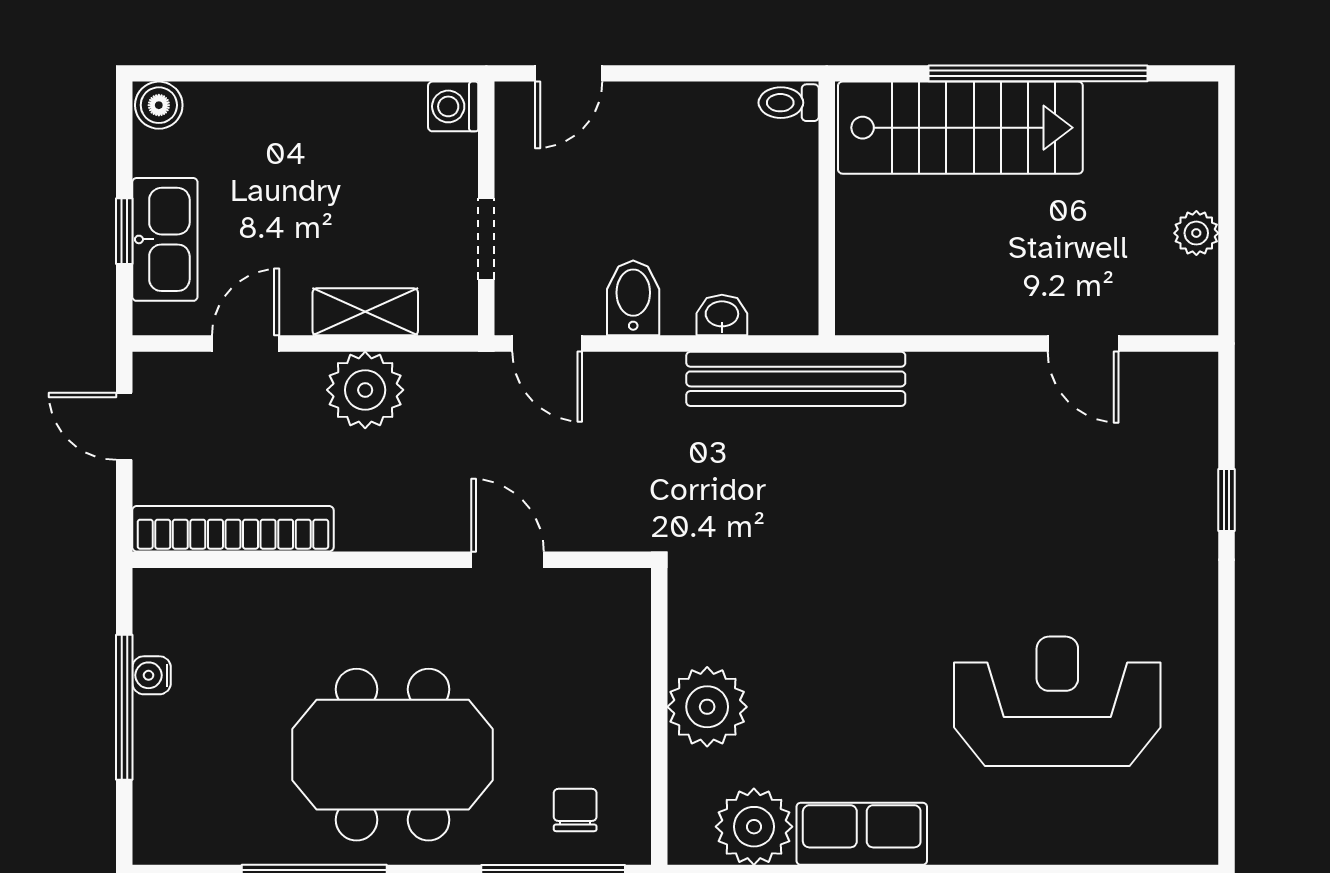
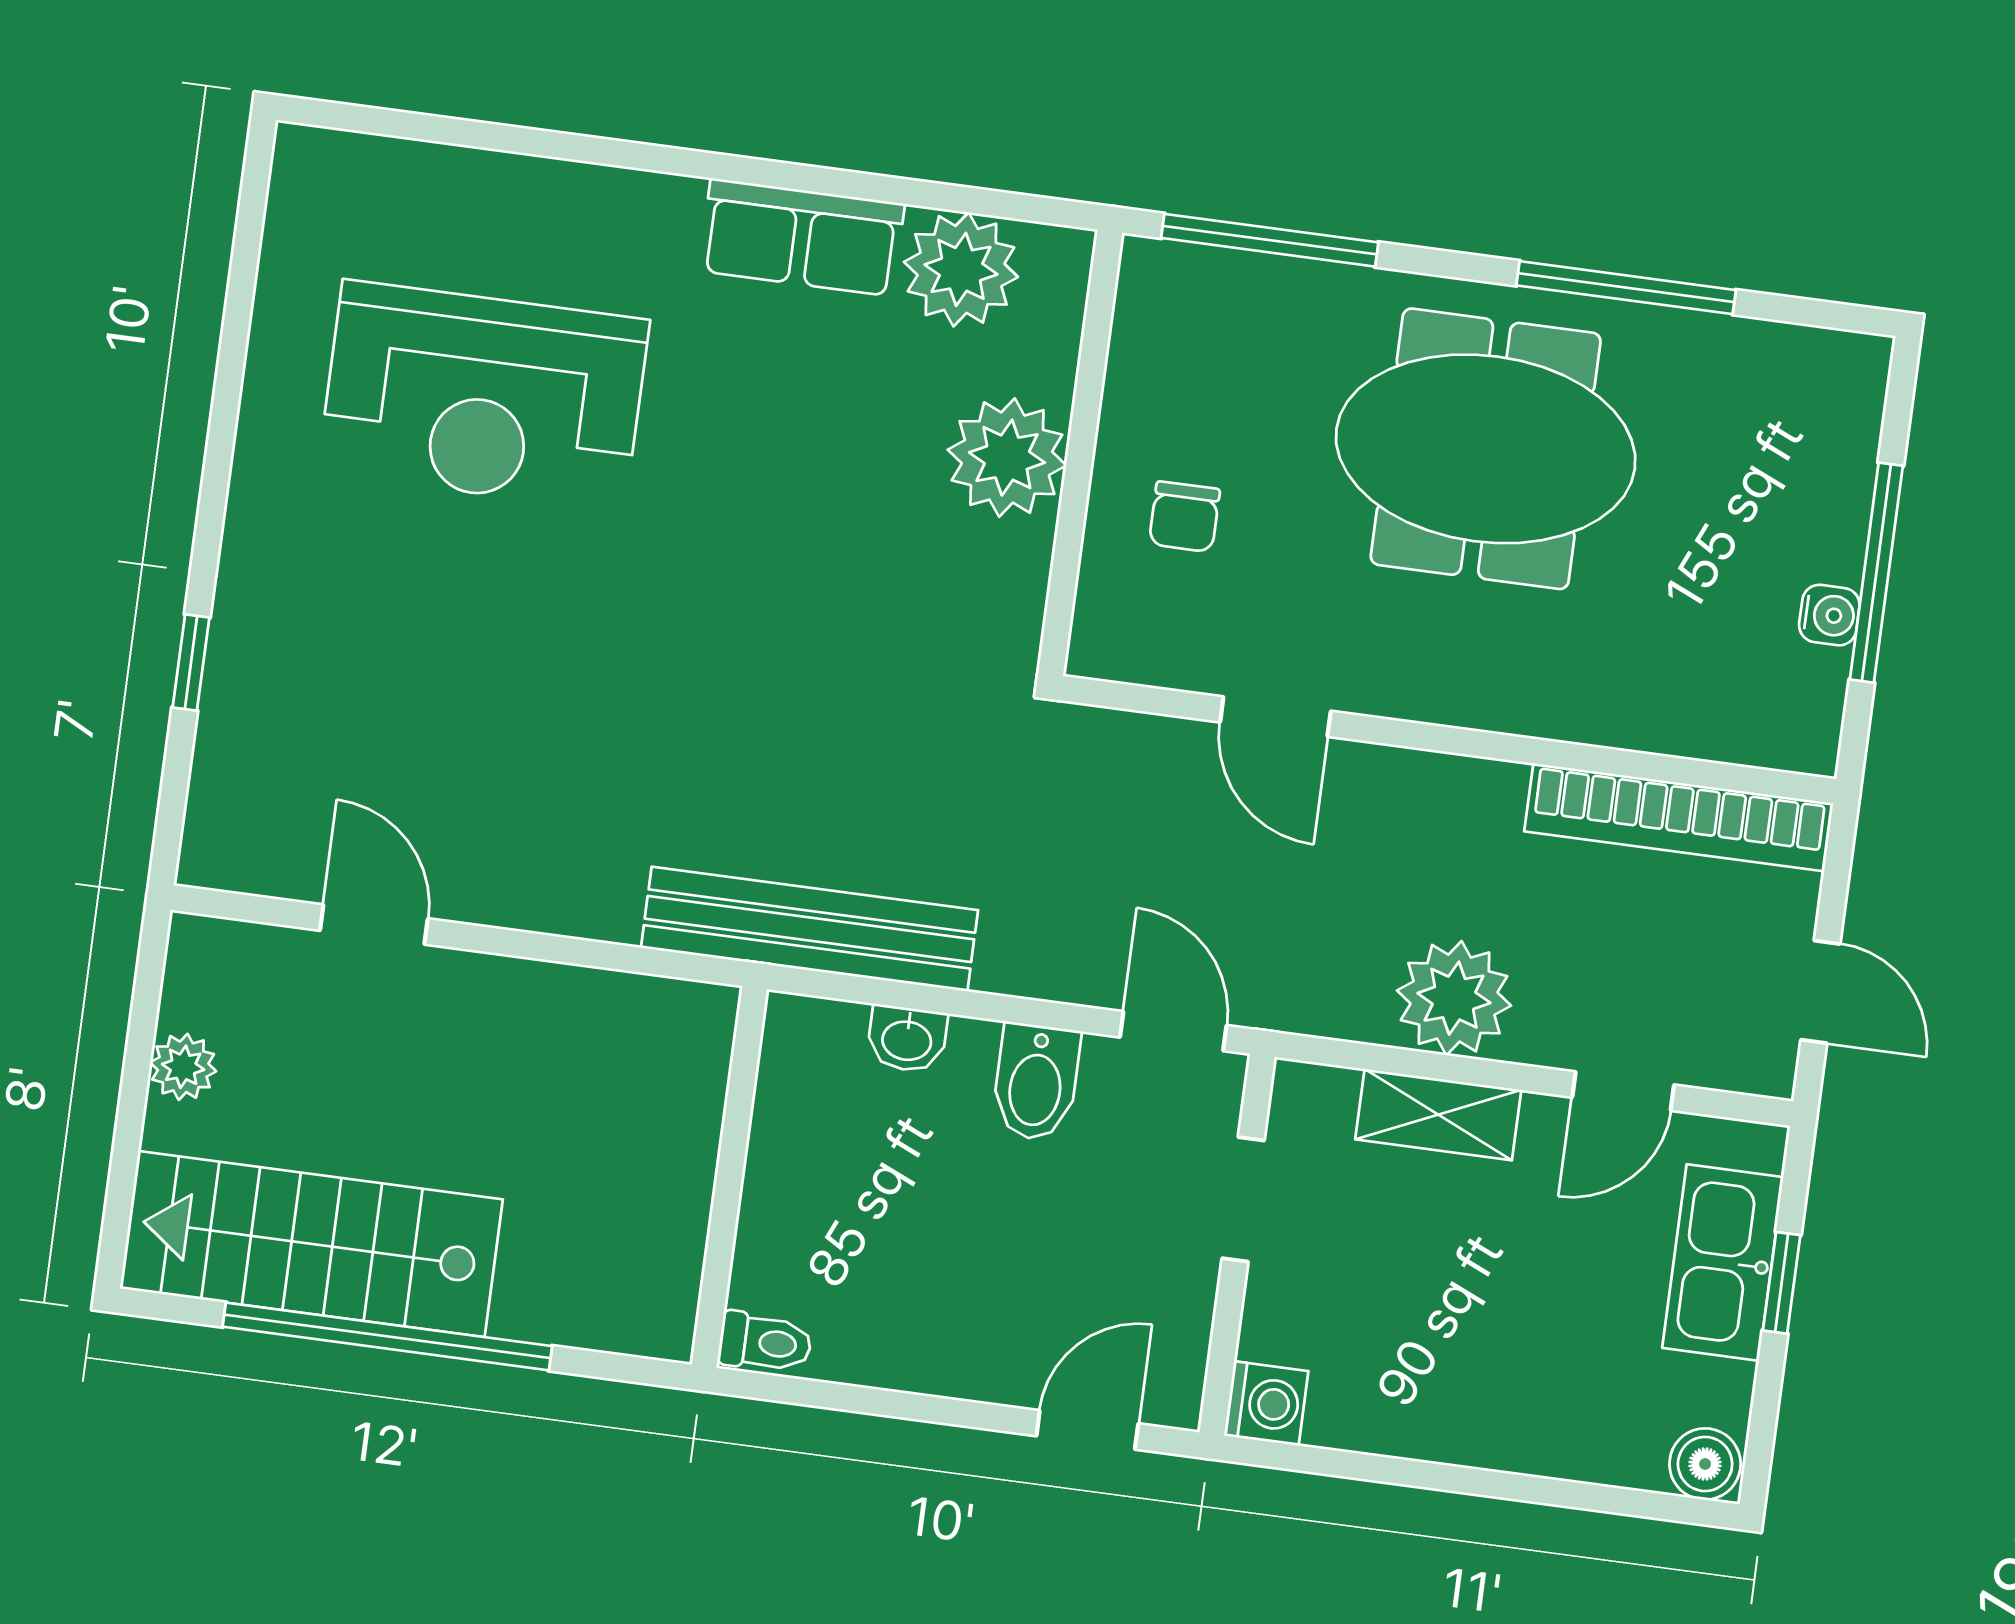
stairs: (960, 128) -> (311, 1244), moved
chair: (575, 810) -> (1184, 517), moved

